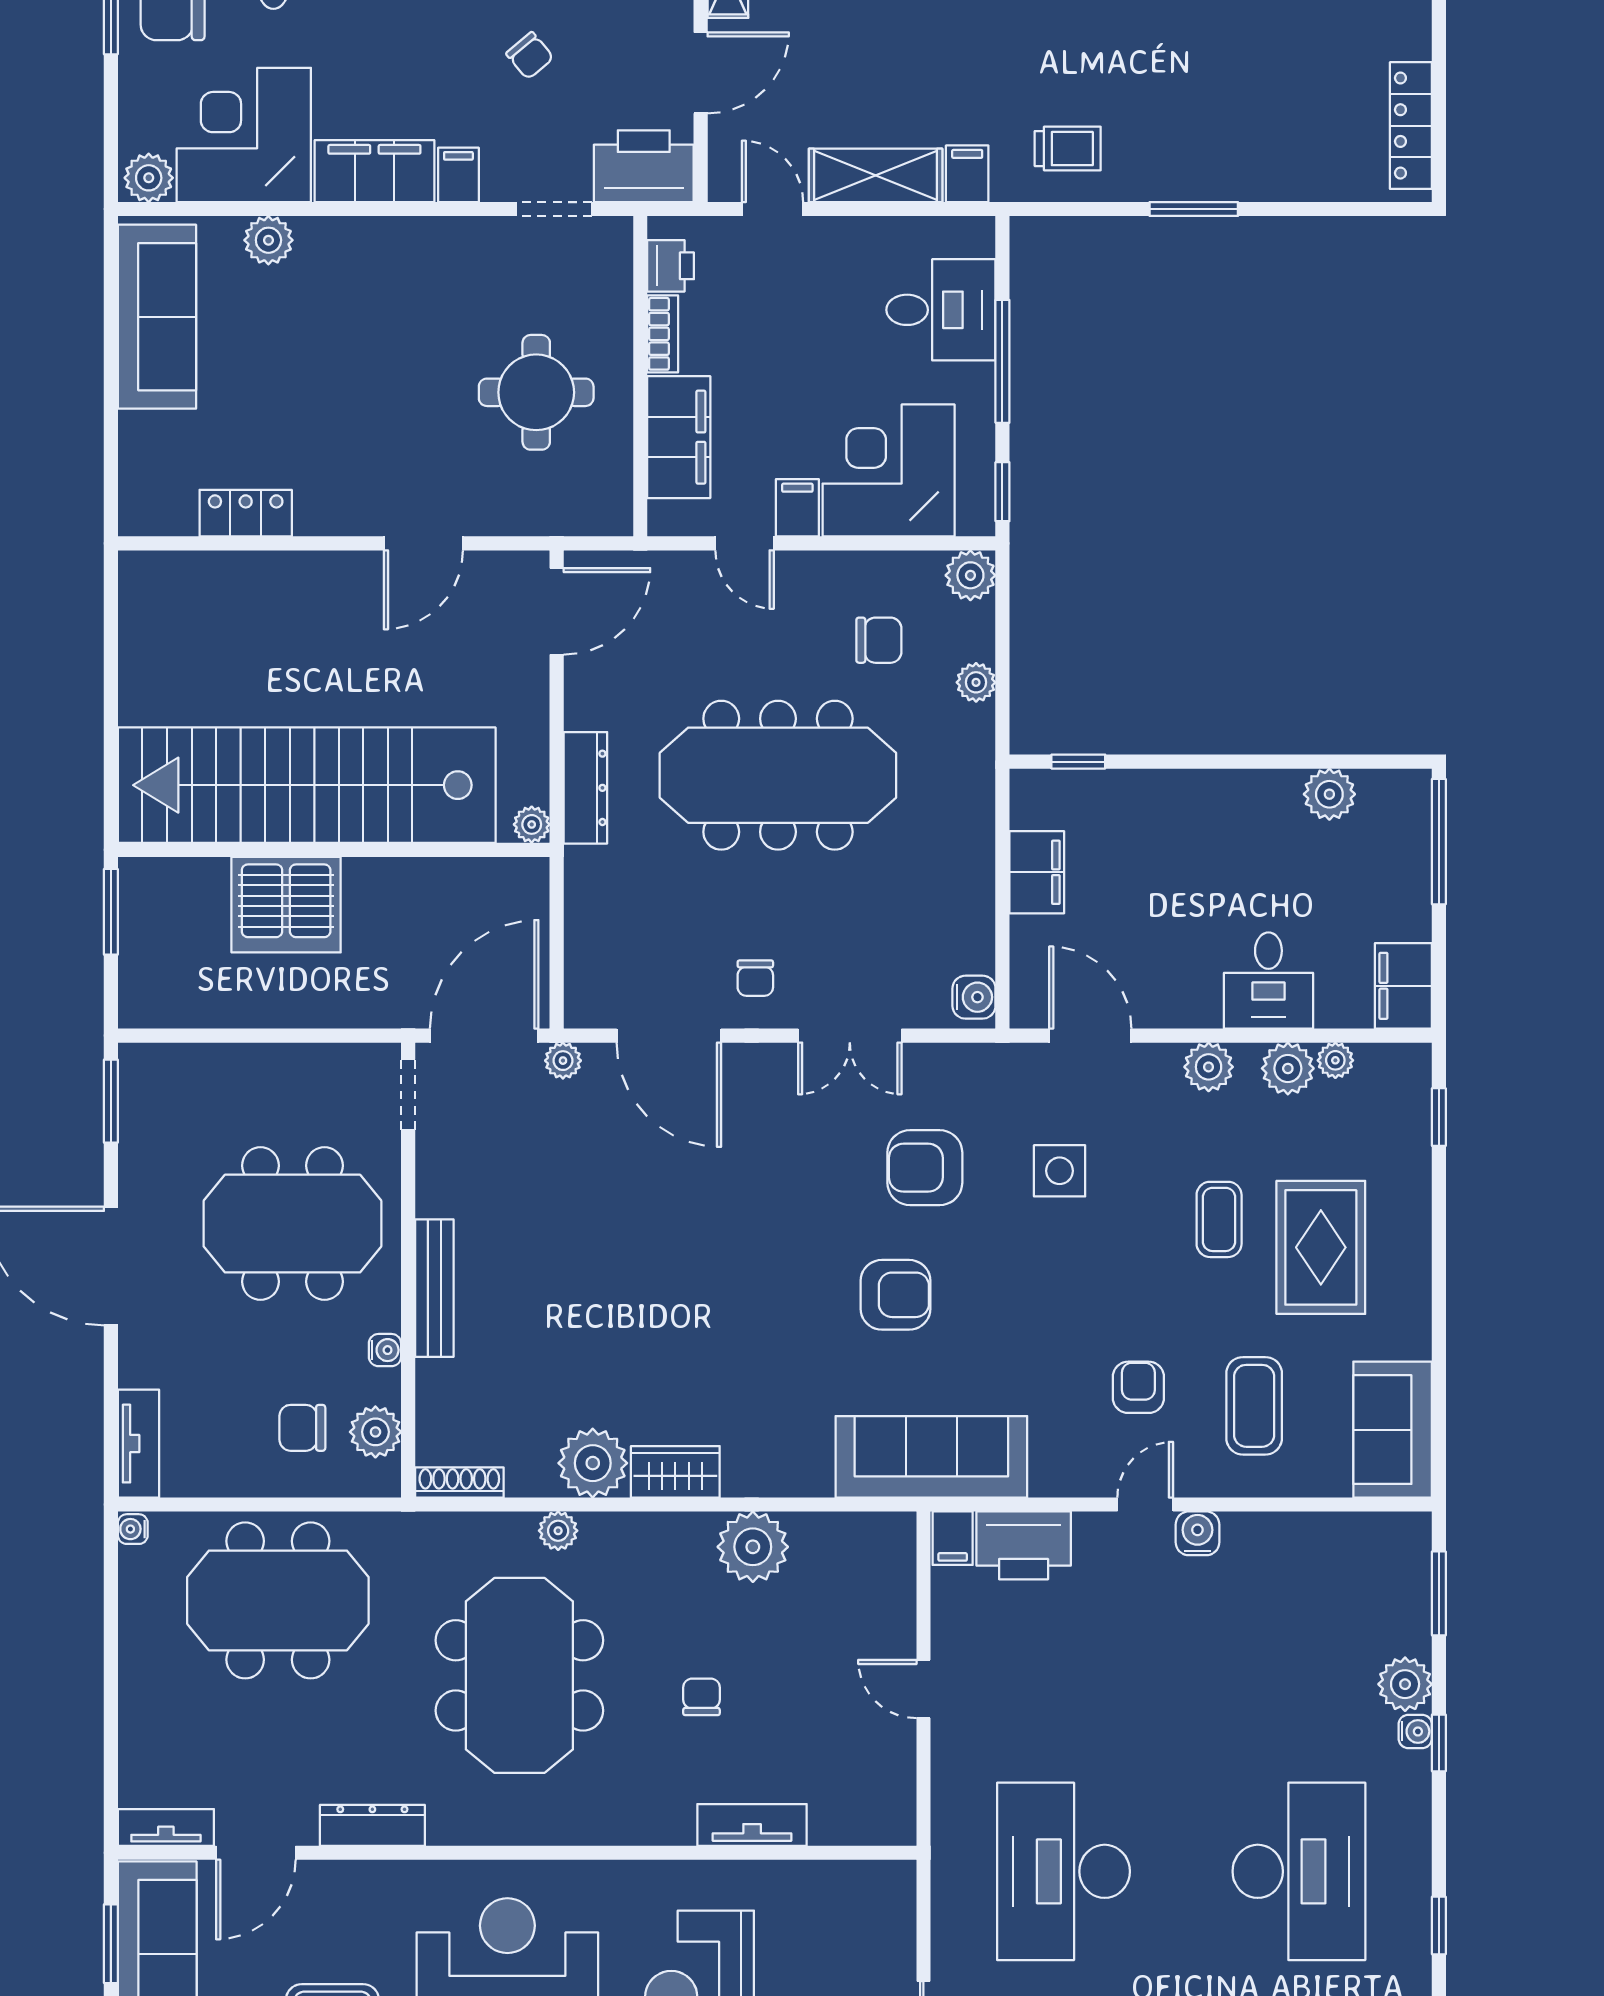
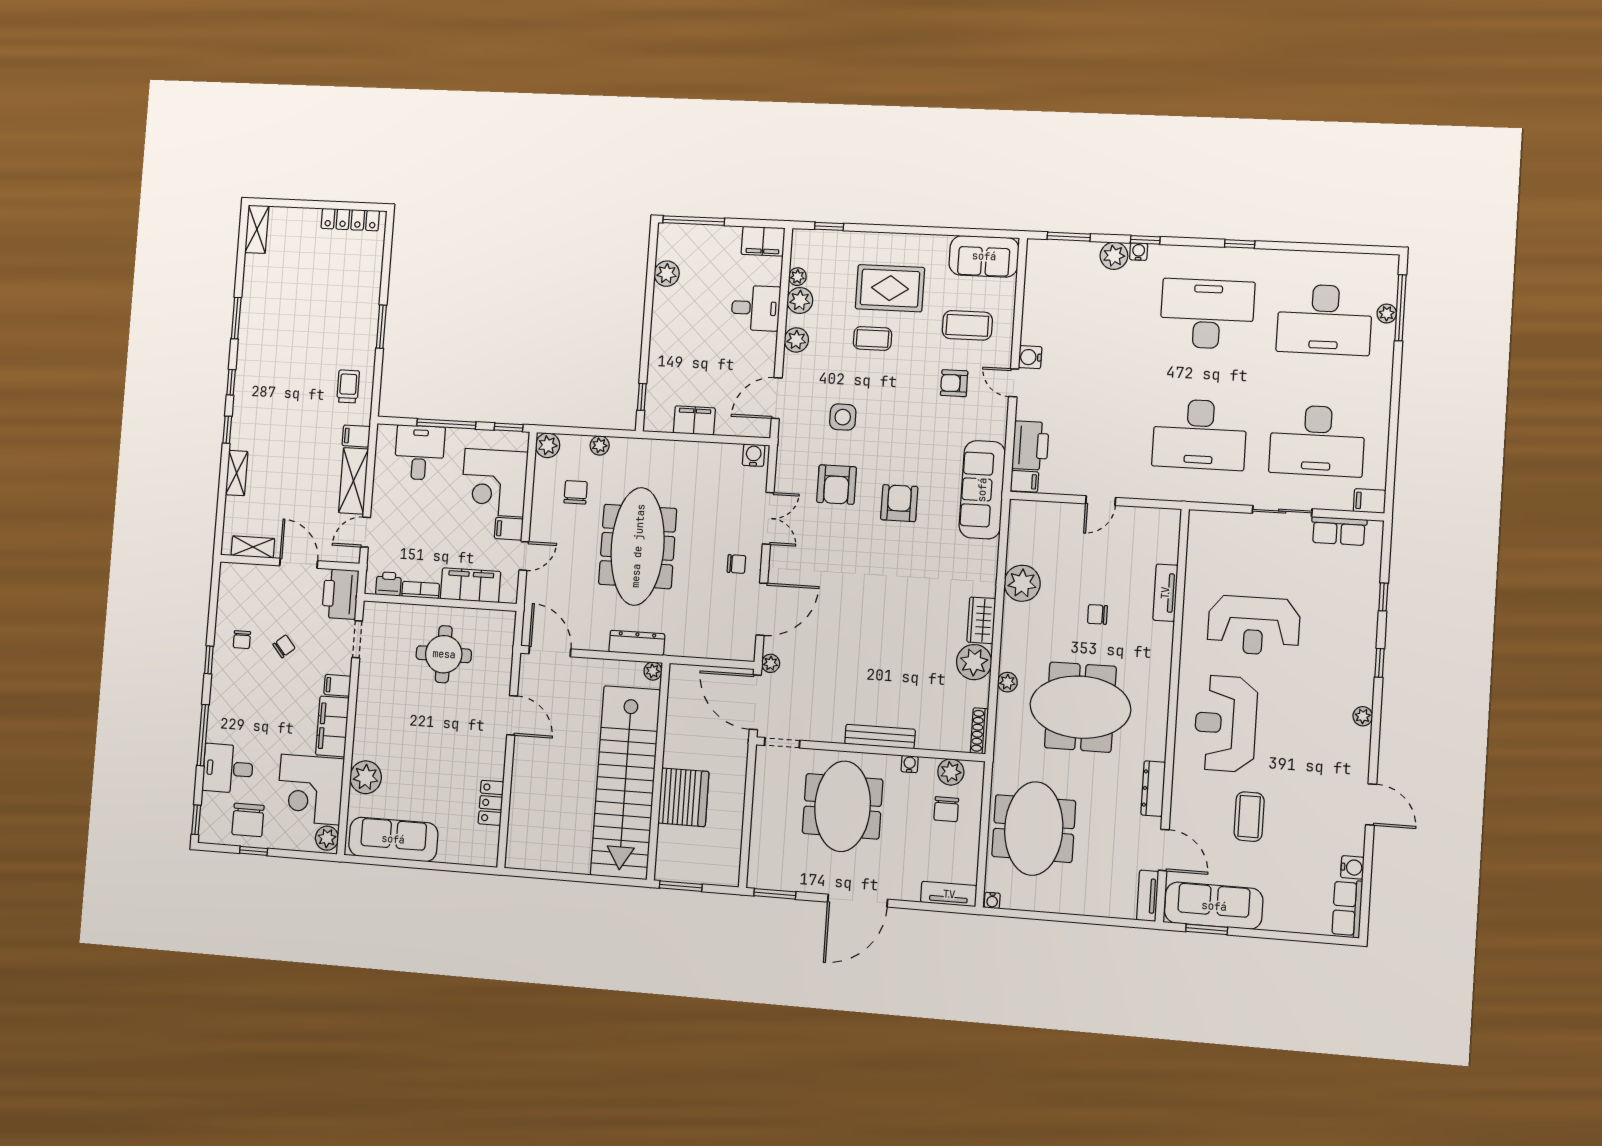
plant: (268, 240) -> (366, 777), width x1.36, depth x1.36

